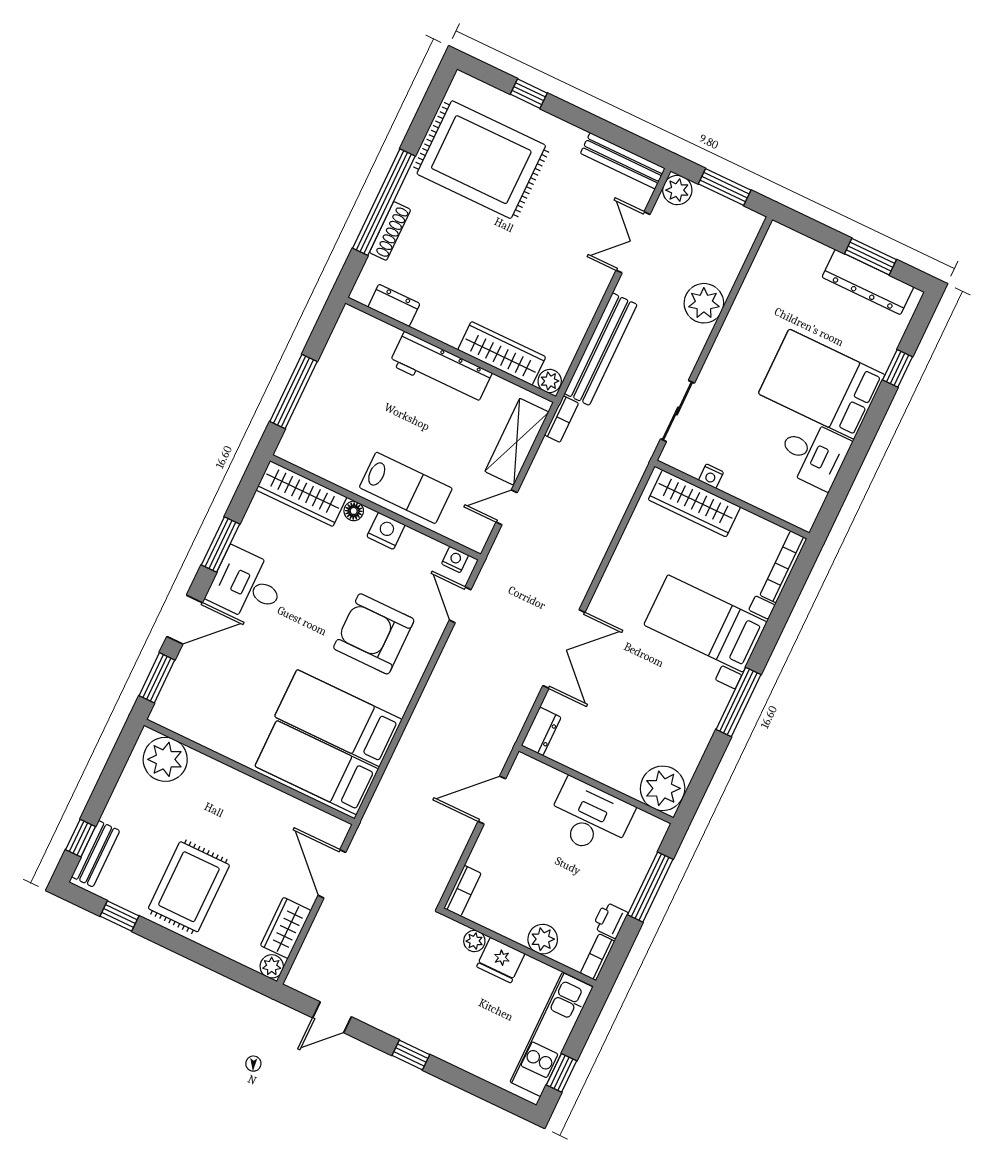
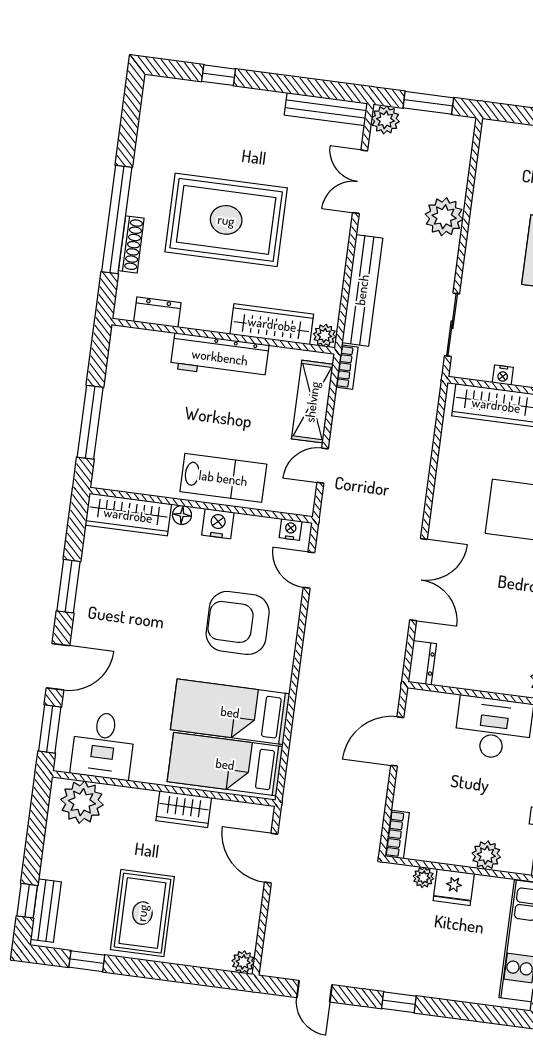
rug: (481, 160) -> (226, 220), moved
desk: (247, 585) -> (103, 745), moved, turned -90
wardrobe: (286, 928) -> (184, 809), moved, turned -90
door: (332, 1017) -> (314, 991), hinge flipped

